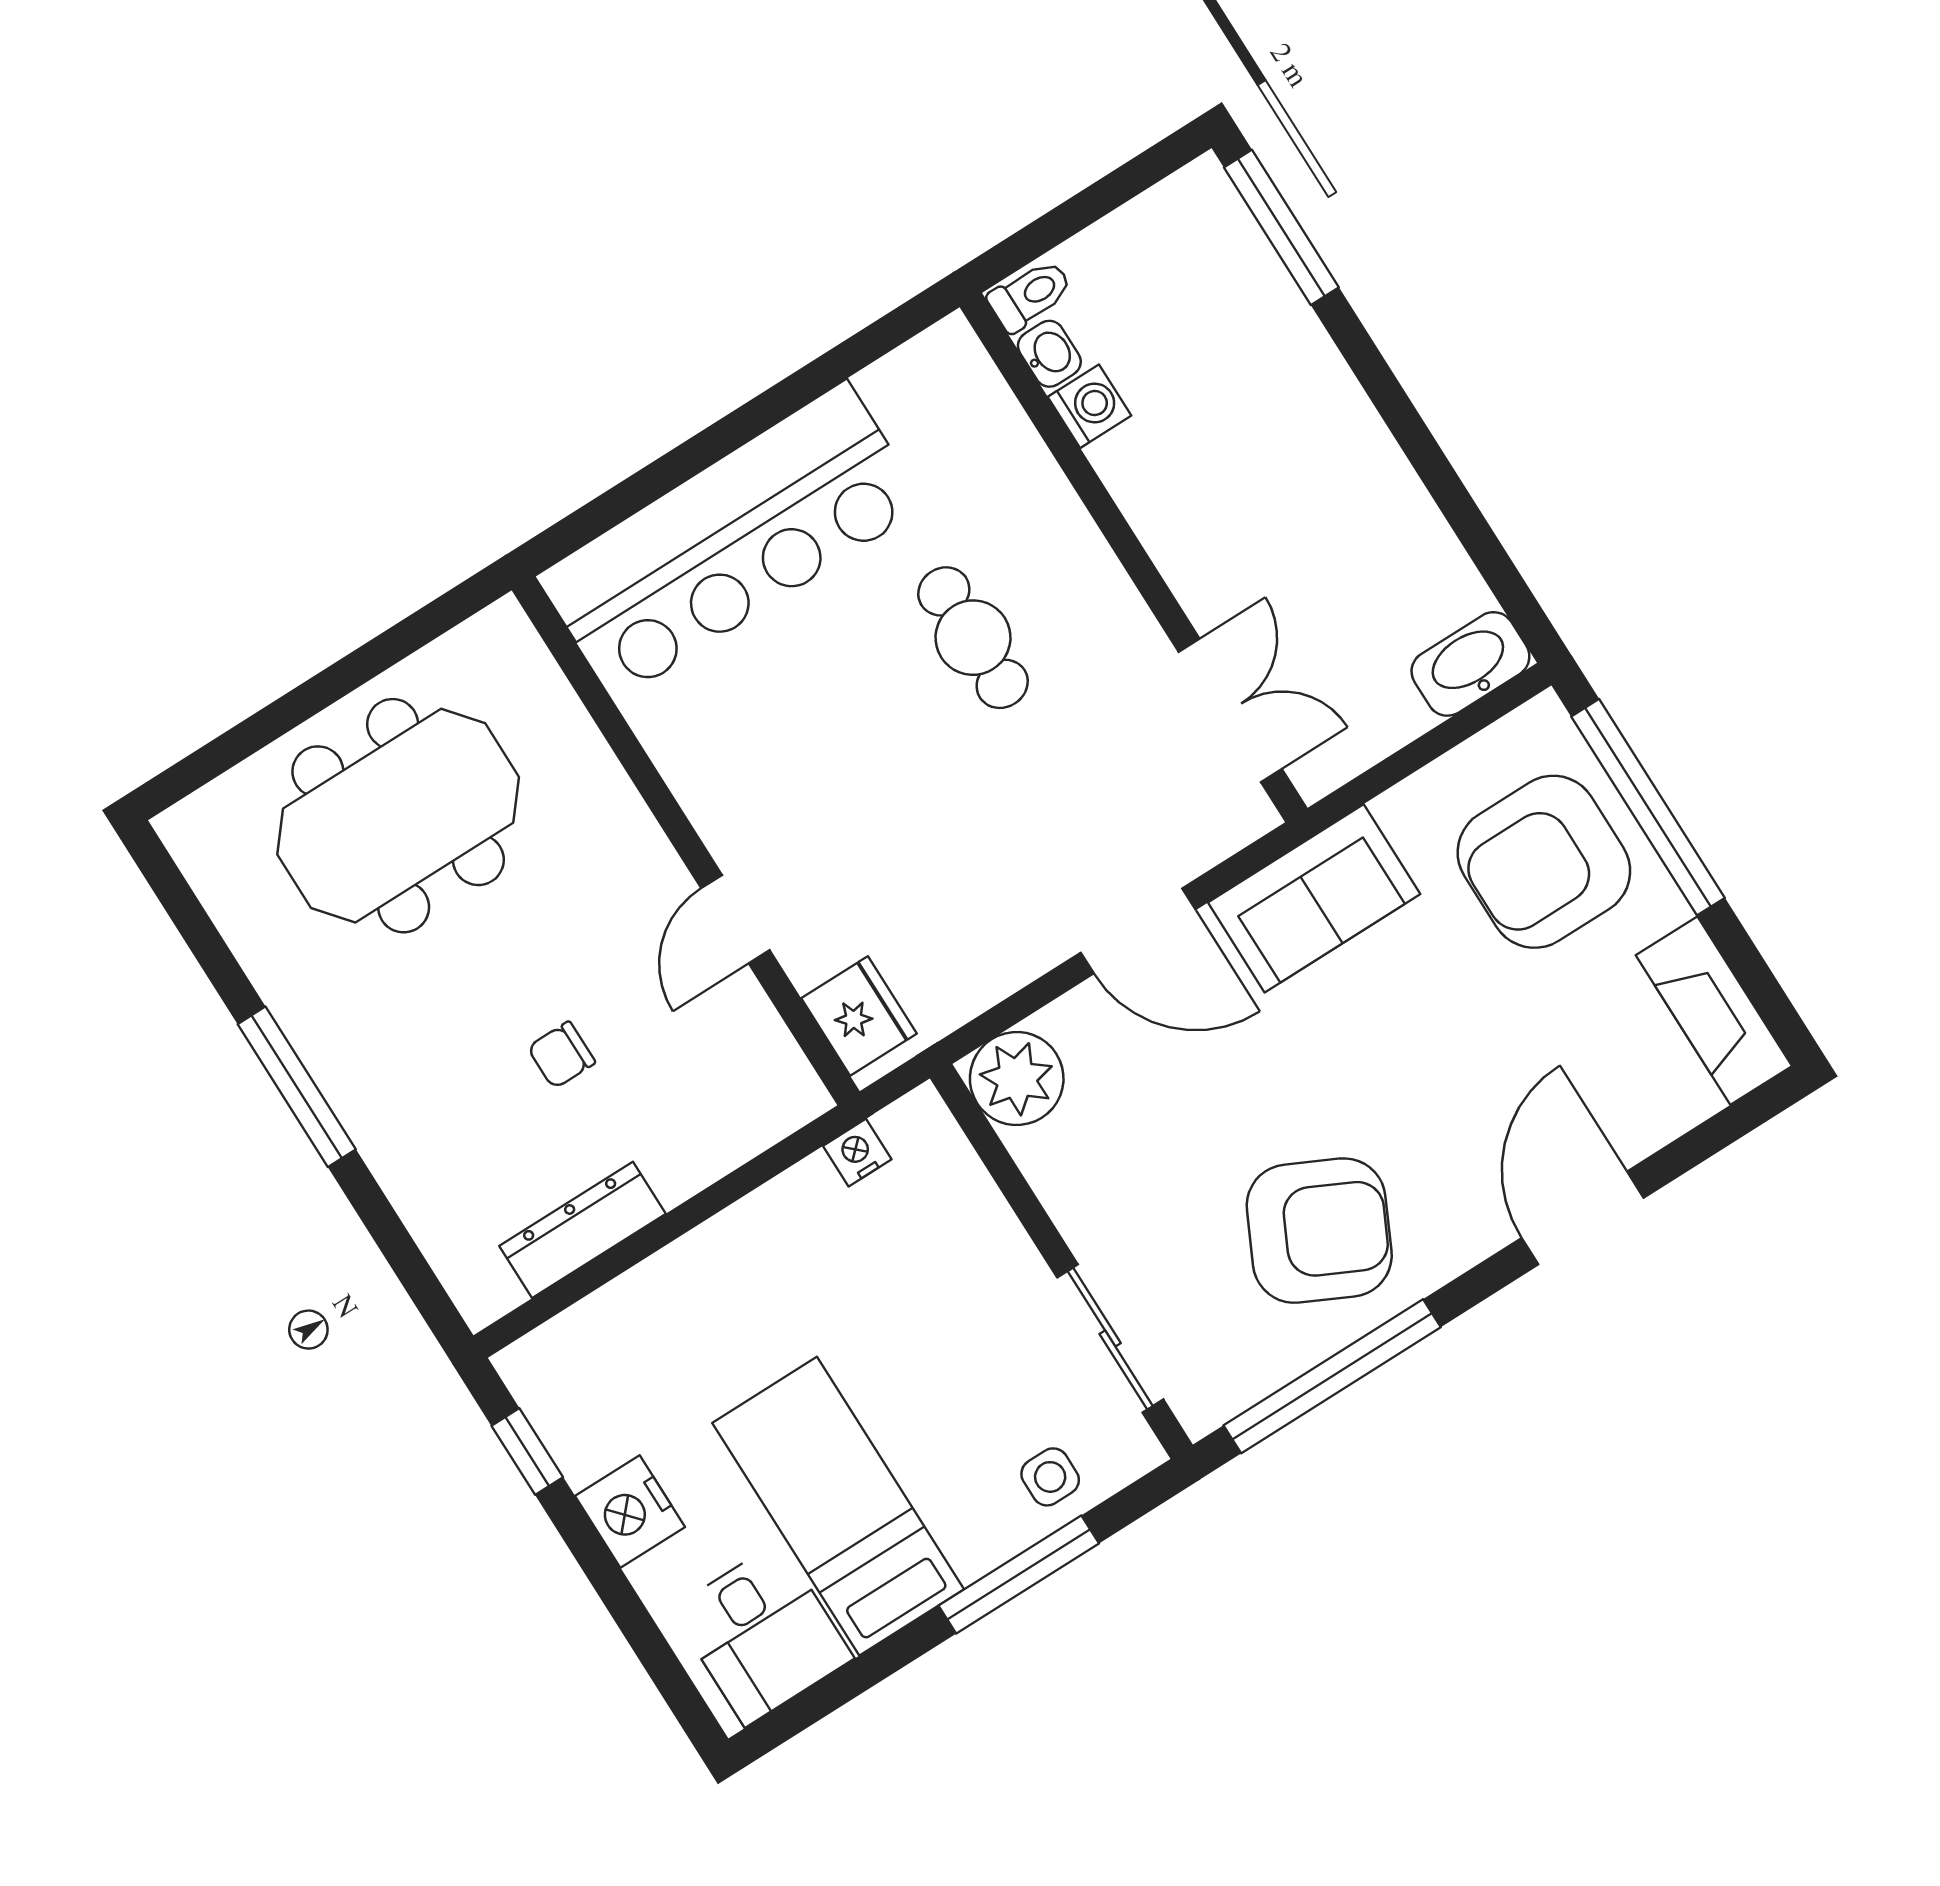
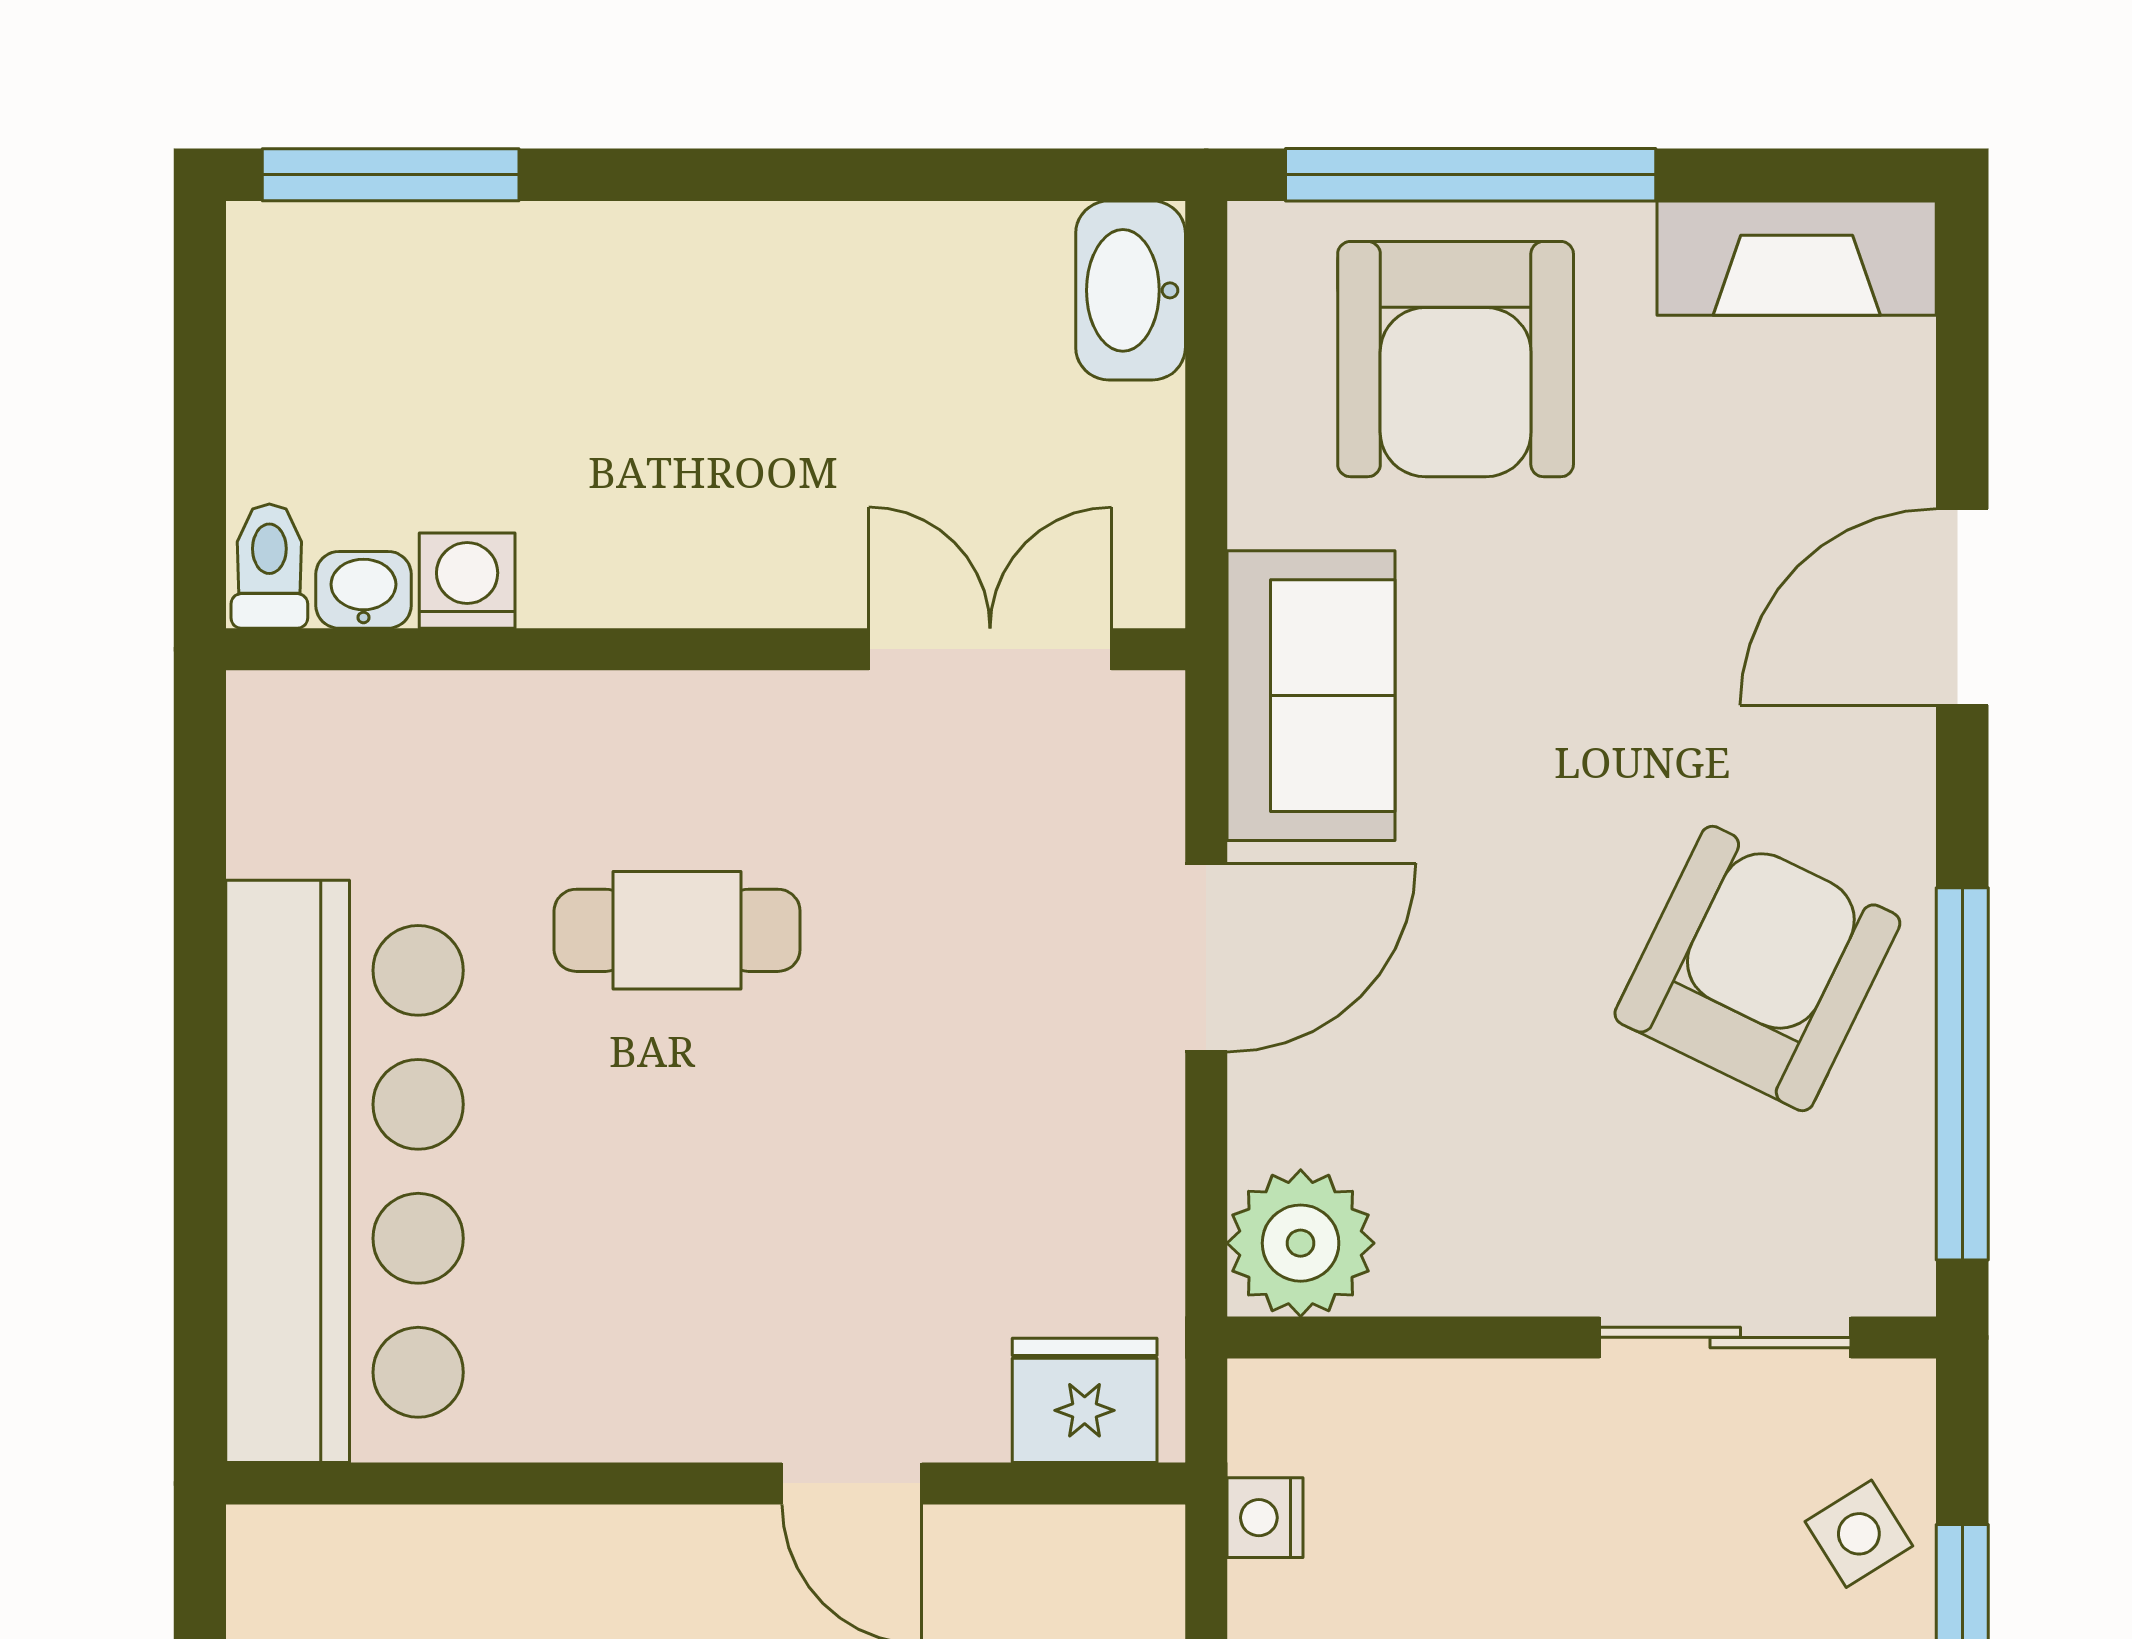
door: (1583, 1218) -> (1962, 607), hinge flipped
side table: (1050, 1477) -> (1859, 1534), turned -32

